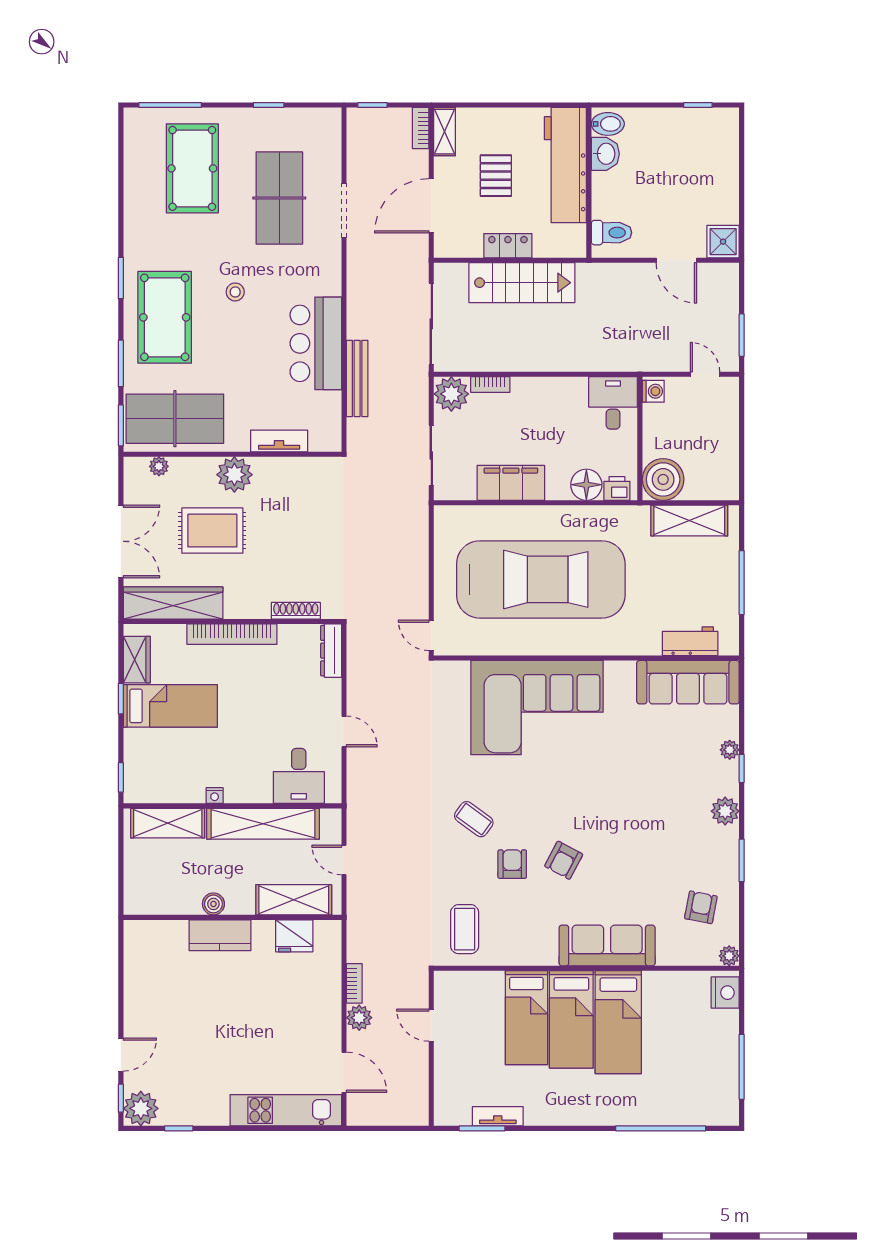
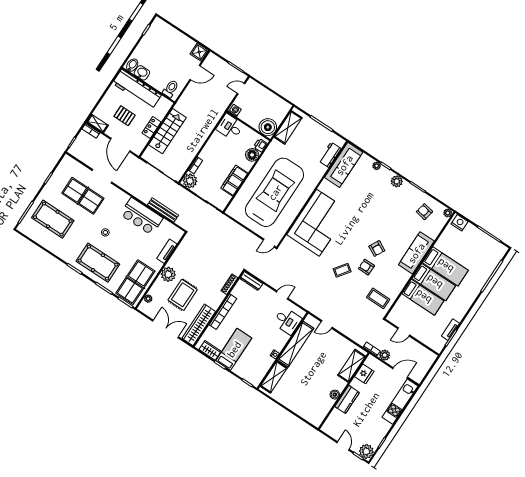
shelving: (294, 900) -> (352, 366), moved
boiler: (213, 904) -> (335, 395), moved
wall: (232, 917) -> (344, 391), moved
kitchen counter: (220, 935) -> (347, 399), moved
fridge: (294, 936) -> (364, 374), moved

